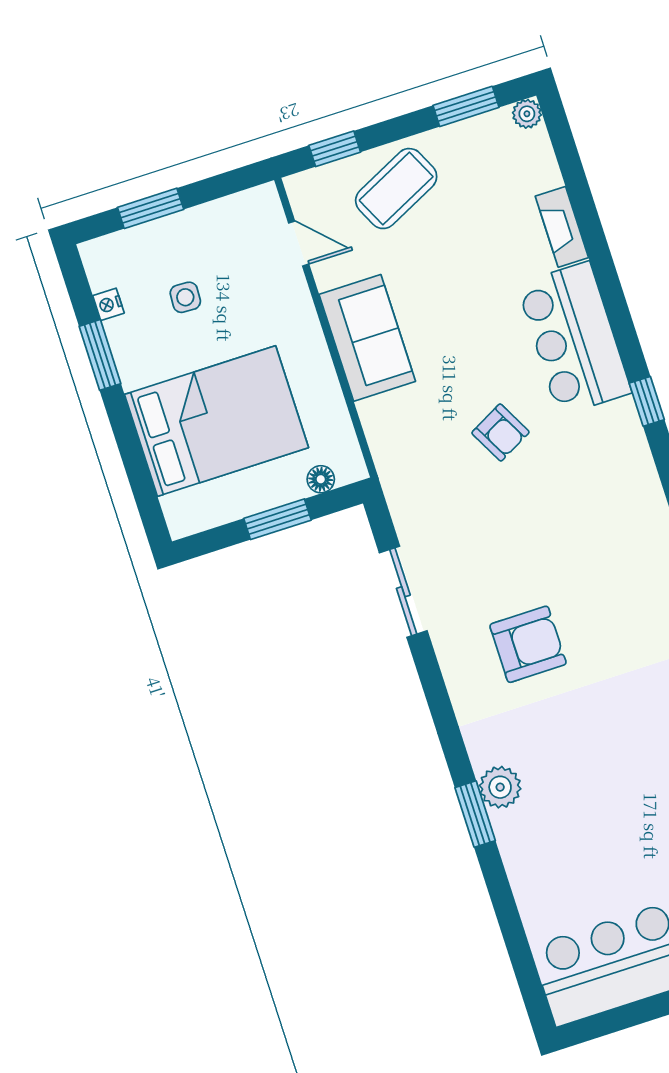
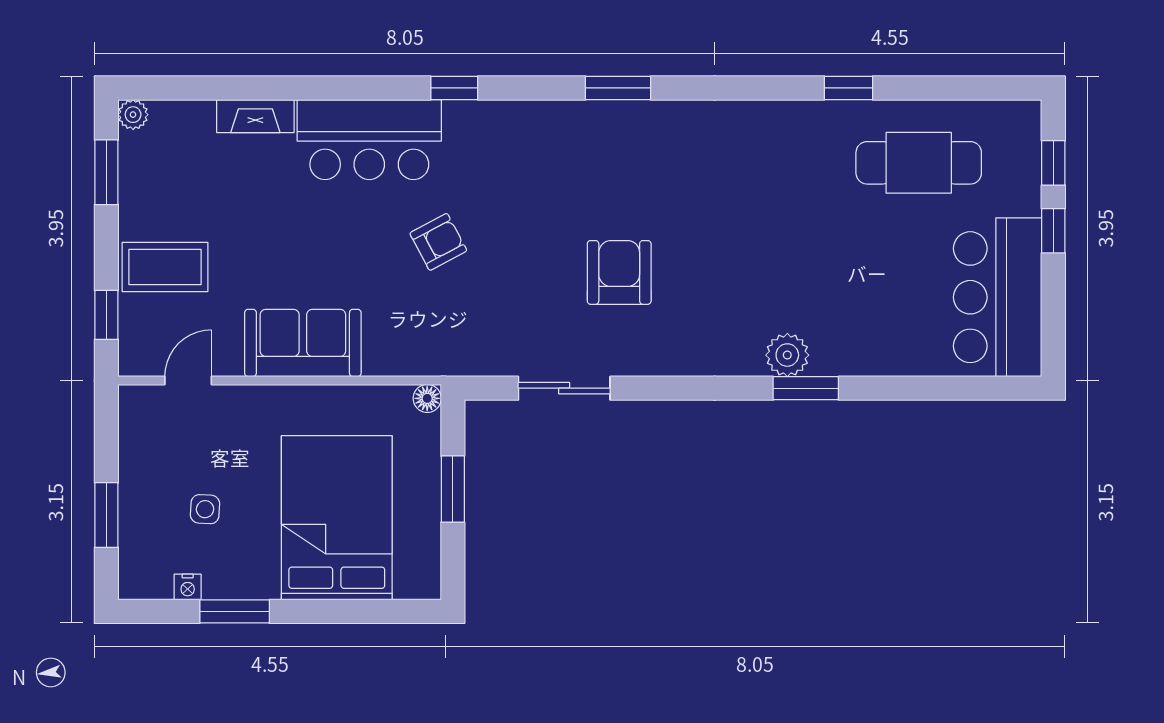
coffee table: (396, 189) -> (165, 267), turned -64
floor lamp: (321, 479) -> (427, 398), moved
armchair: (528, 644) -> (619, 272), moved

